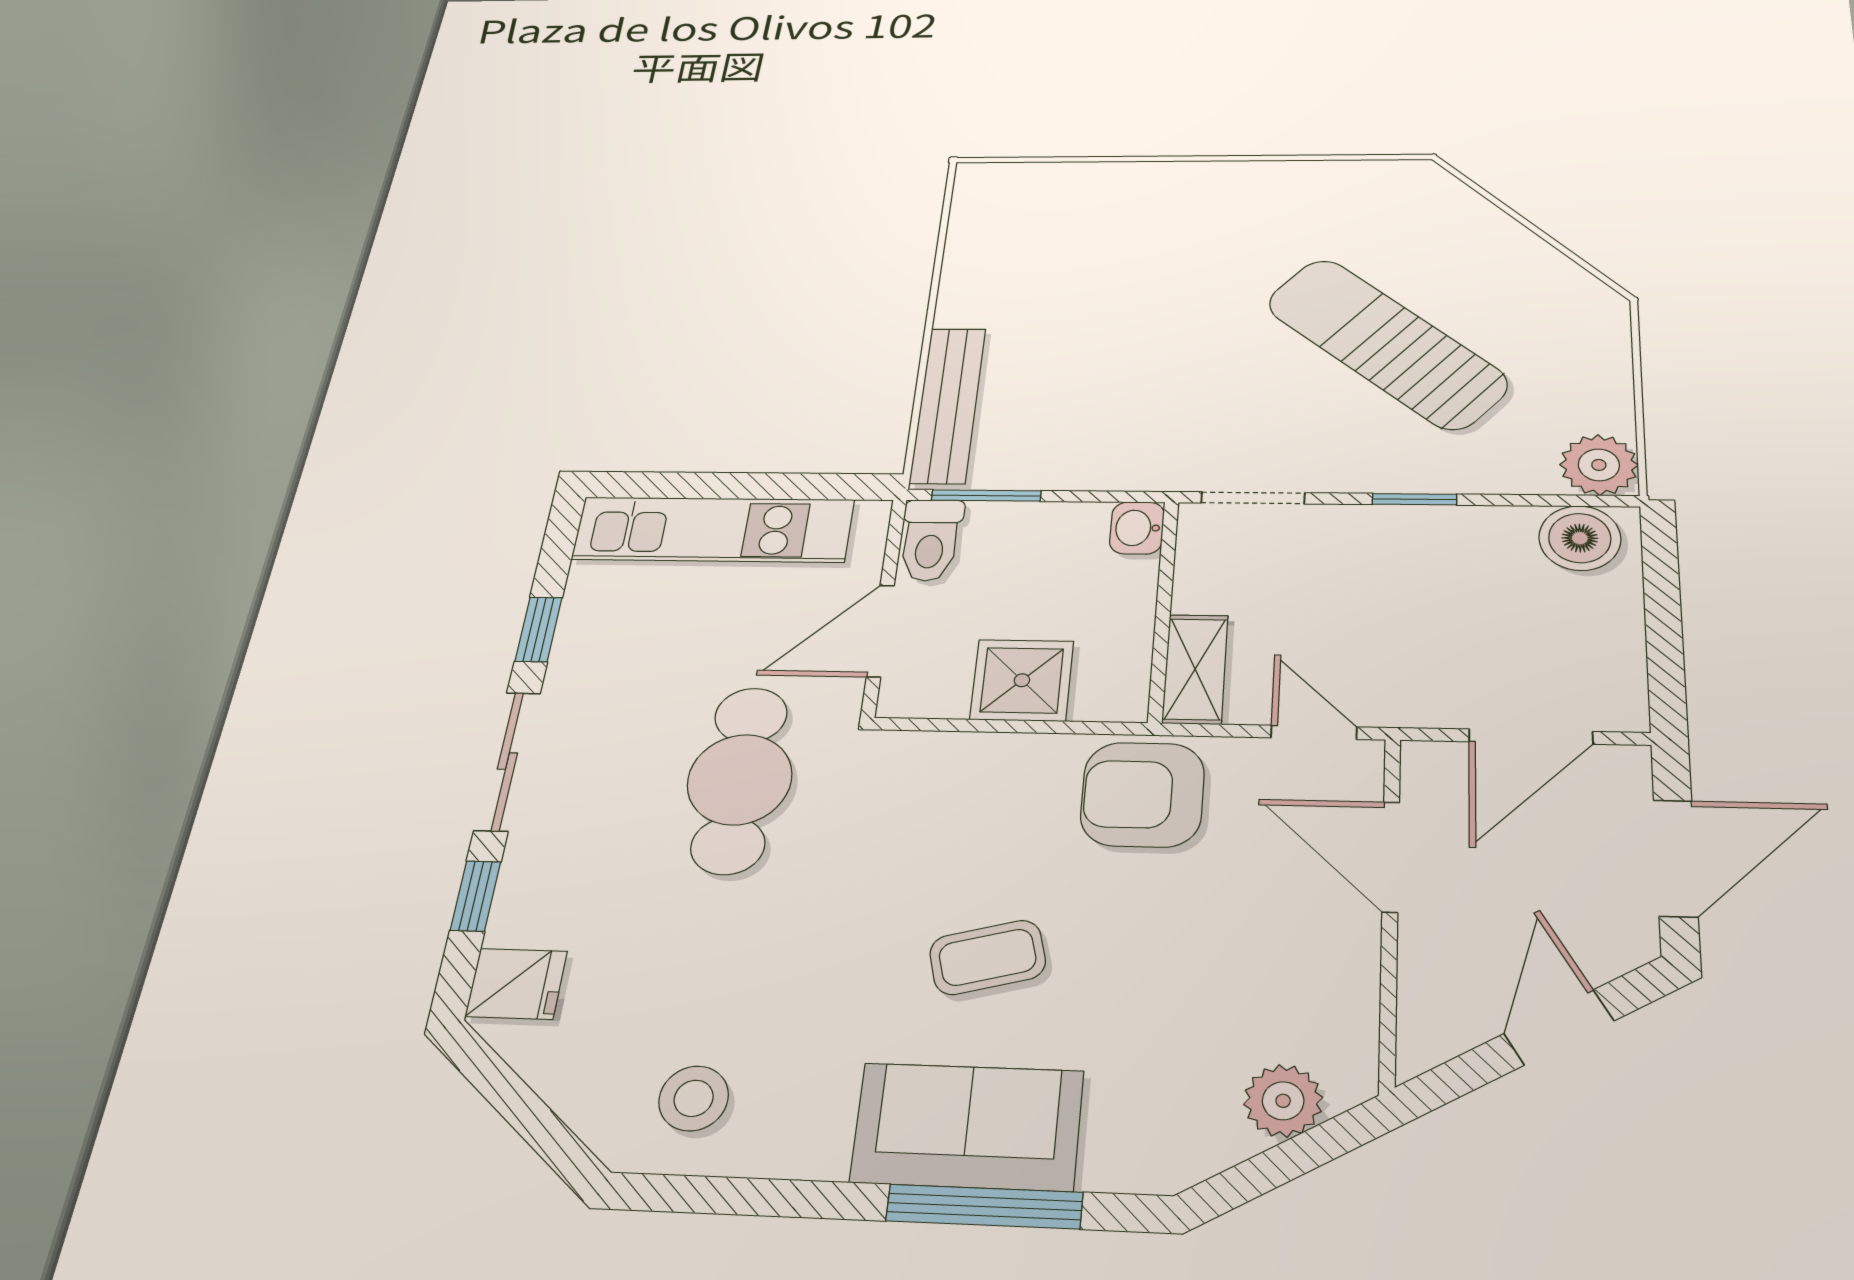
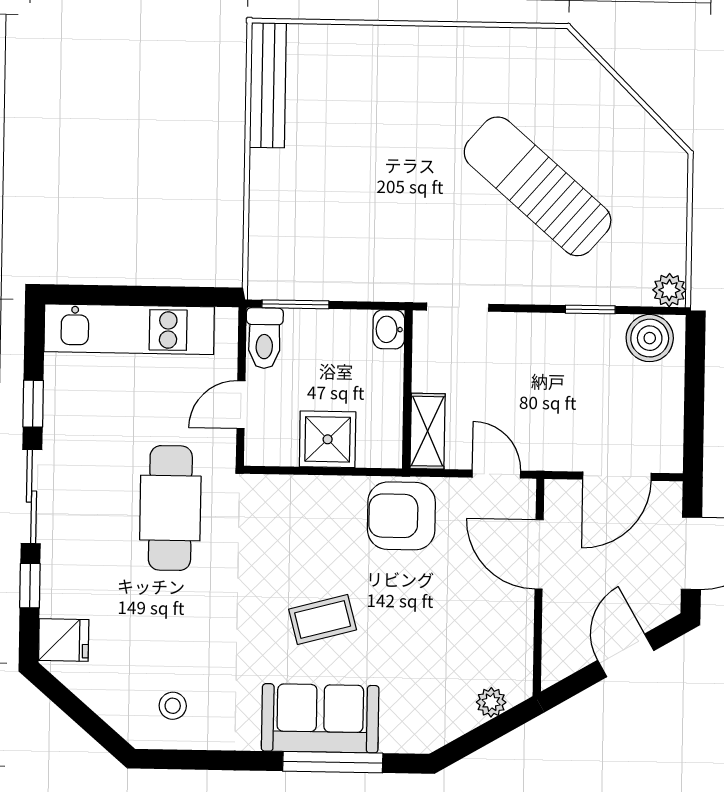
bench: (948, 405) -> (268, 85), moved
plant: (1599, 465) -> (669, 290), width x0.73, depth x0.73
window: (1414, 499) -> (590, 309), moved
door: (880, 631) -> (241, 405), width x0.73
stool: (694, 1098) -> (173, 706), width x0.73, depth x0.73
plant: (1283, 1101) -> (491, 702), width x0.73, depth x0.73

